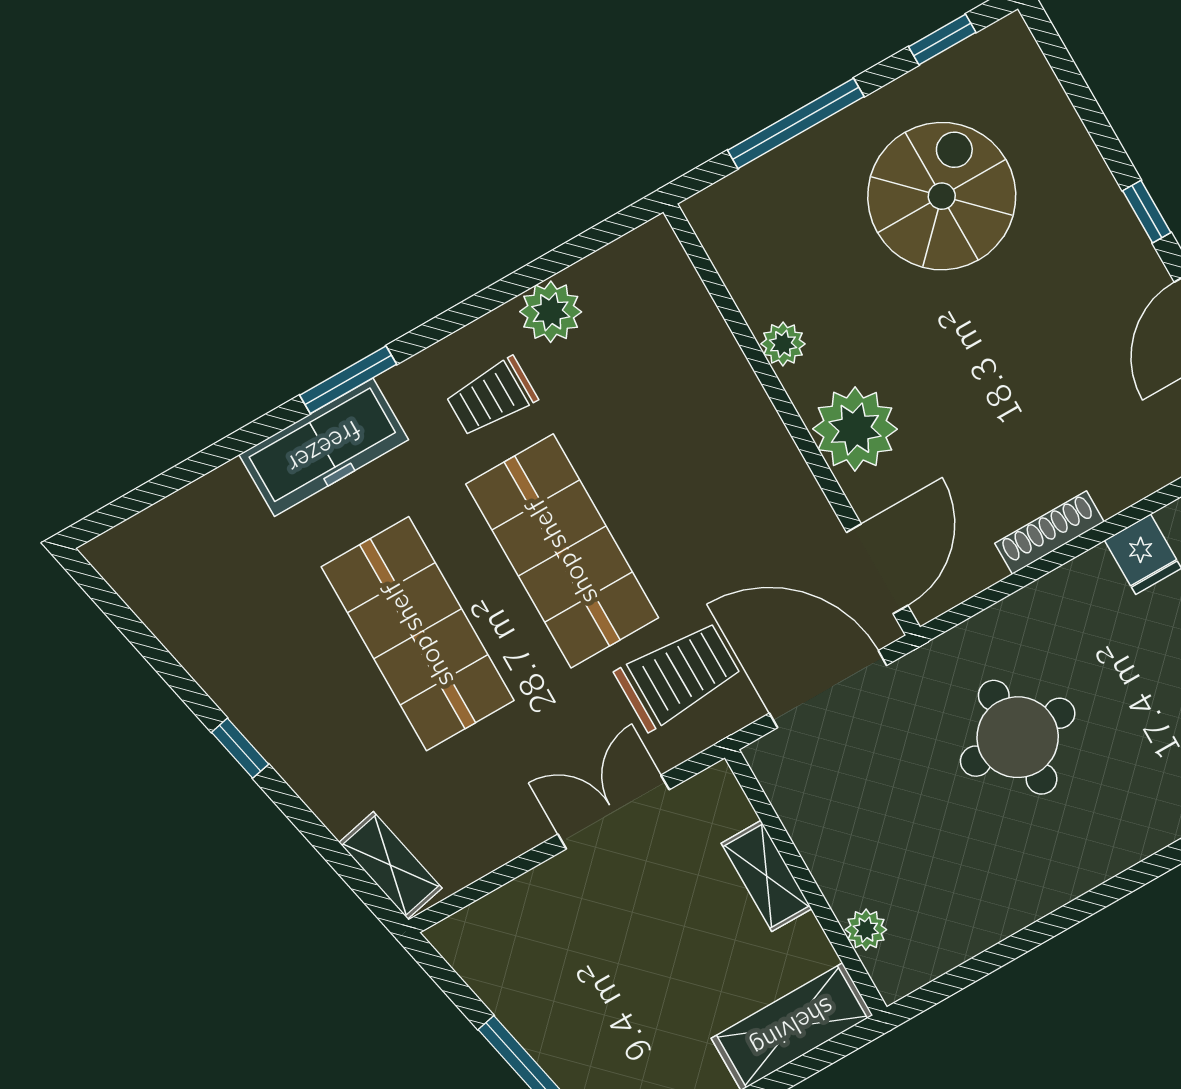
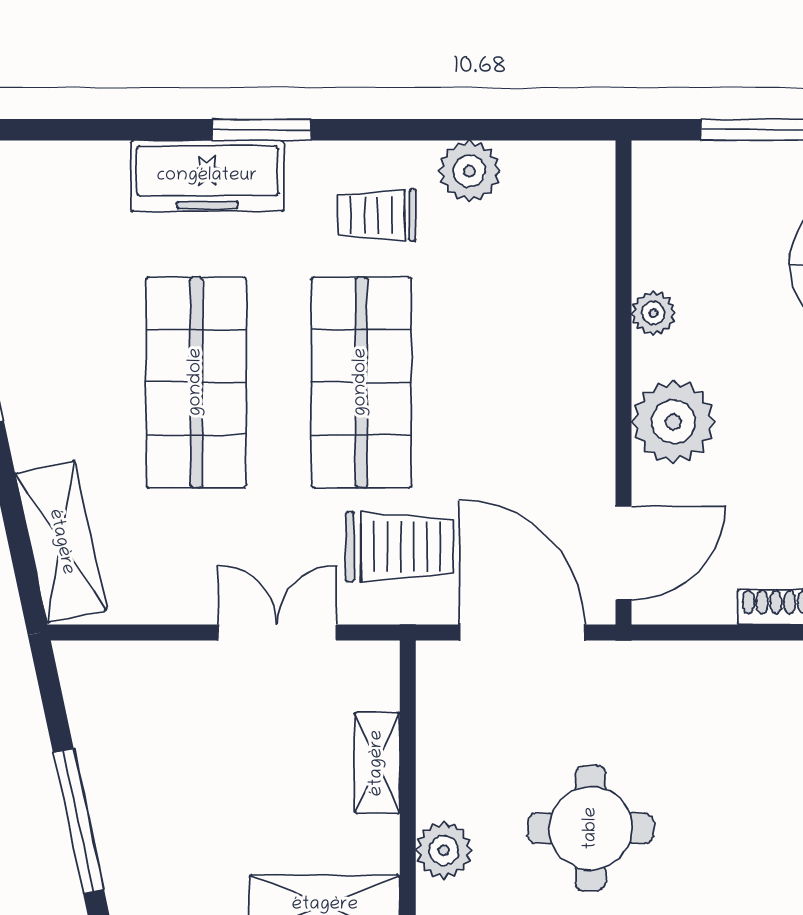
round table: (1018, 737) -> (591, 828), moved
shelving: (390, 865) -> (61, 542), width x1.50, depth x1.33
plant: (866, 930) -> (444, 850), width x1.38, depth x1.38

